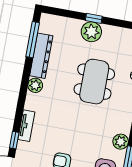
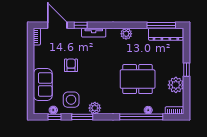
plant: (91, 32) -> (176, 85), moved
dresser: (41, 56) -> (166, 34), moved

